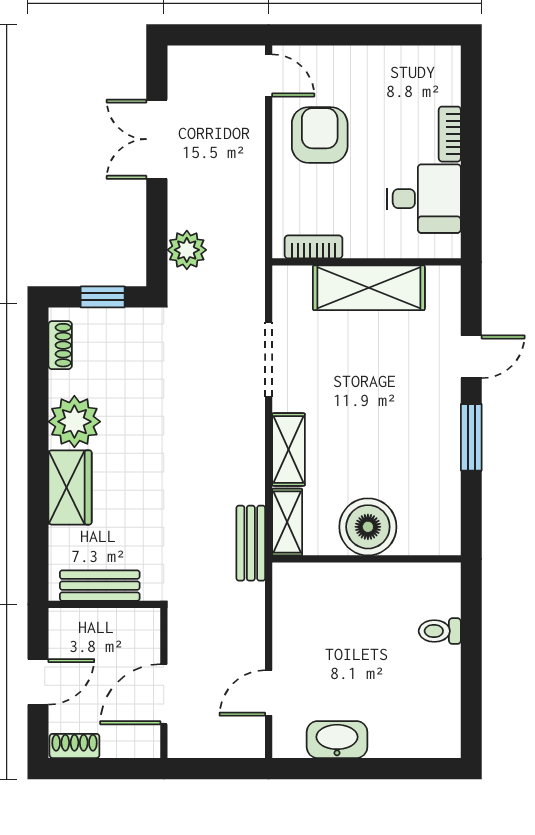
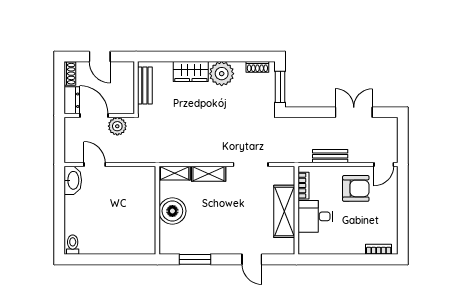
bookcase: (450, 134) -> (379, 249), moved
desk: (424, 199) -> (315, 216), moved, turned 90
plant: (187, 250) -> (117, 126), moved
window: (103, 297) -> (280, 87), width x1.50
window: (471, 437) -> (195, 259), moved
bench: (251, 543) -> (330, 156), moved
toilet: (440, 631) -> (73, 245), moved
washbasin: (337, 740) -> (73, 180), moved
dresser: (131, 742) -> (72, 100), added

